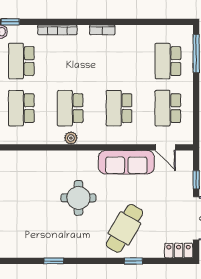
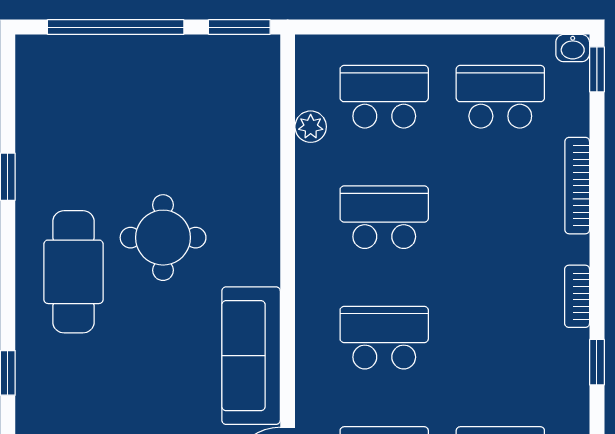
window: (129, 22) -> (597, 362), added
plant: (71, 138) -> (311, 127), moved
cafe table: (124, 228) -> (73, 272), moved, turned 60

